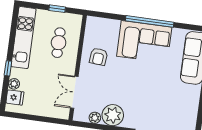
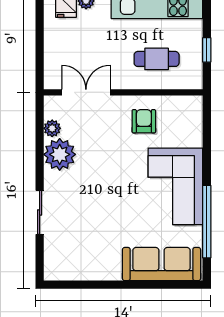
window: (150, 21) -> (207, 222), moved
armchair: (98, 57) -> (144, 121), turned 85

